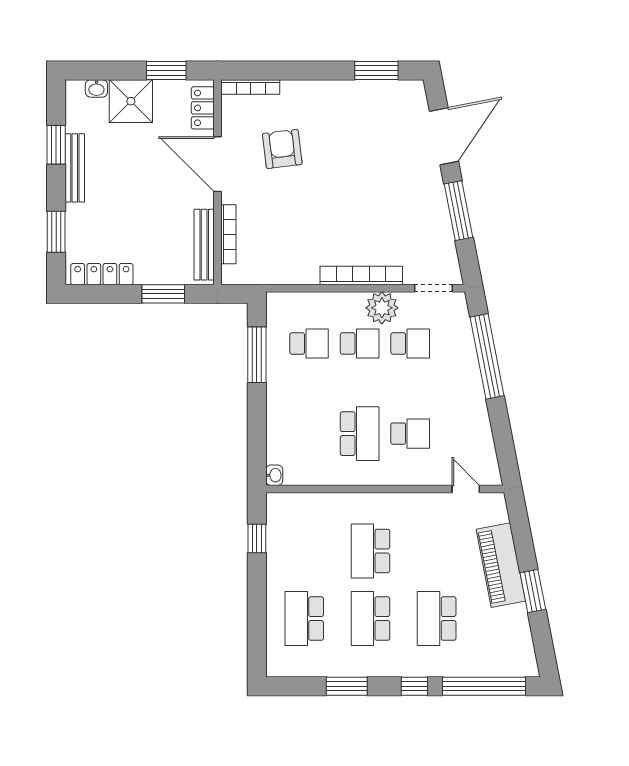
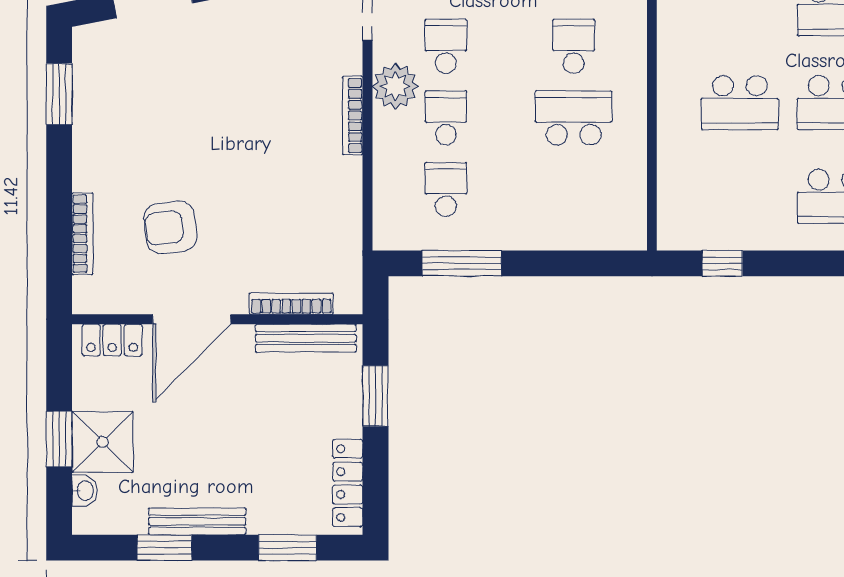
window: (166, 71) -> (59, 439), moved
bookcase: (251, 87) -> (82, 234), moved
bookcase: (361, 275) -> (353, 116), width x0.68, depth x0.76
washbasin: (274, 475) -> (633, 239), removed

